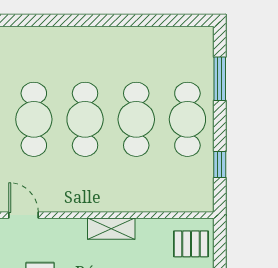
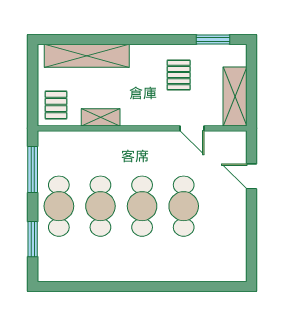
window: (220, 164) -> (33, 170), width x2.17
shelving: (111, 229) -> (101, 117), moved
pallet: (191, 244) -> (56, 105), turned 90

